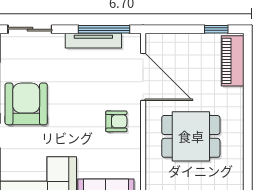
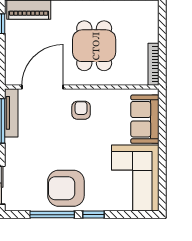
tv unit: (93, 41) -> (11, 113), moved

